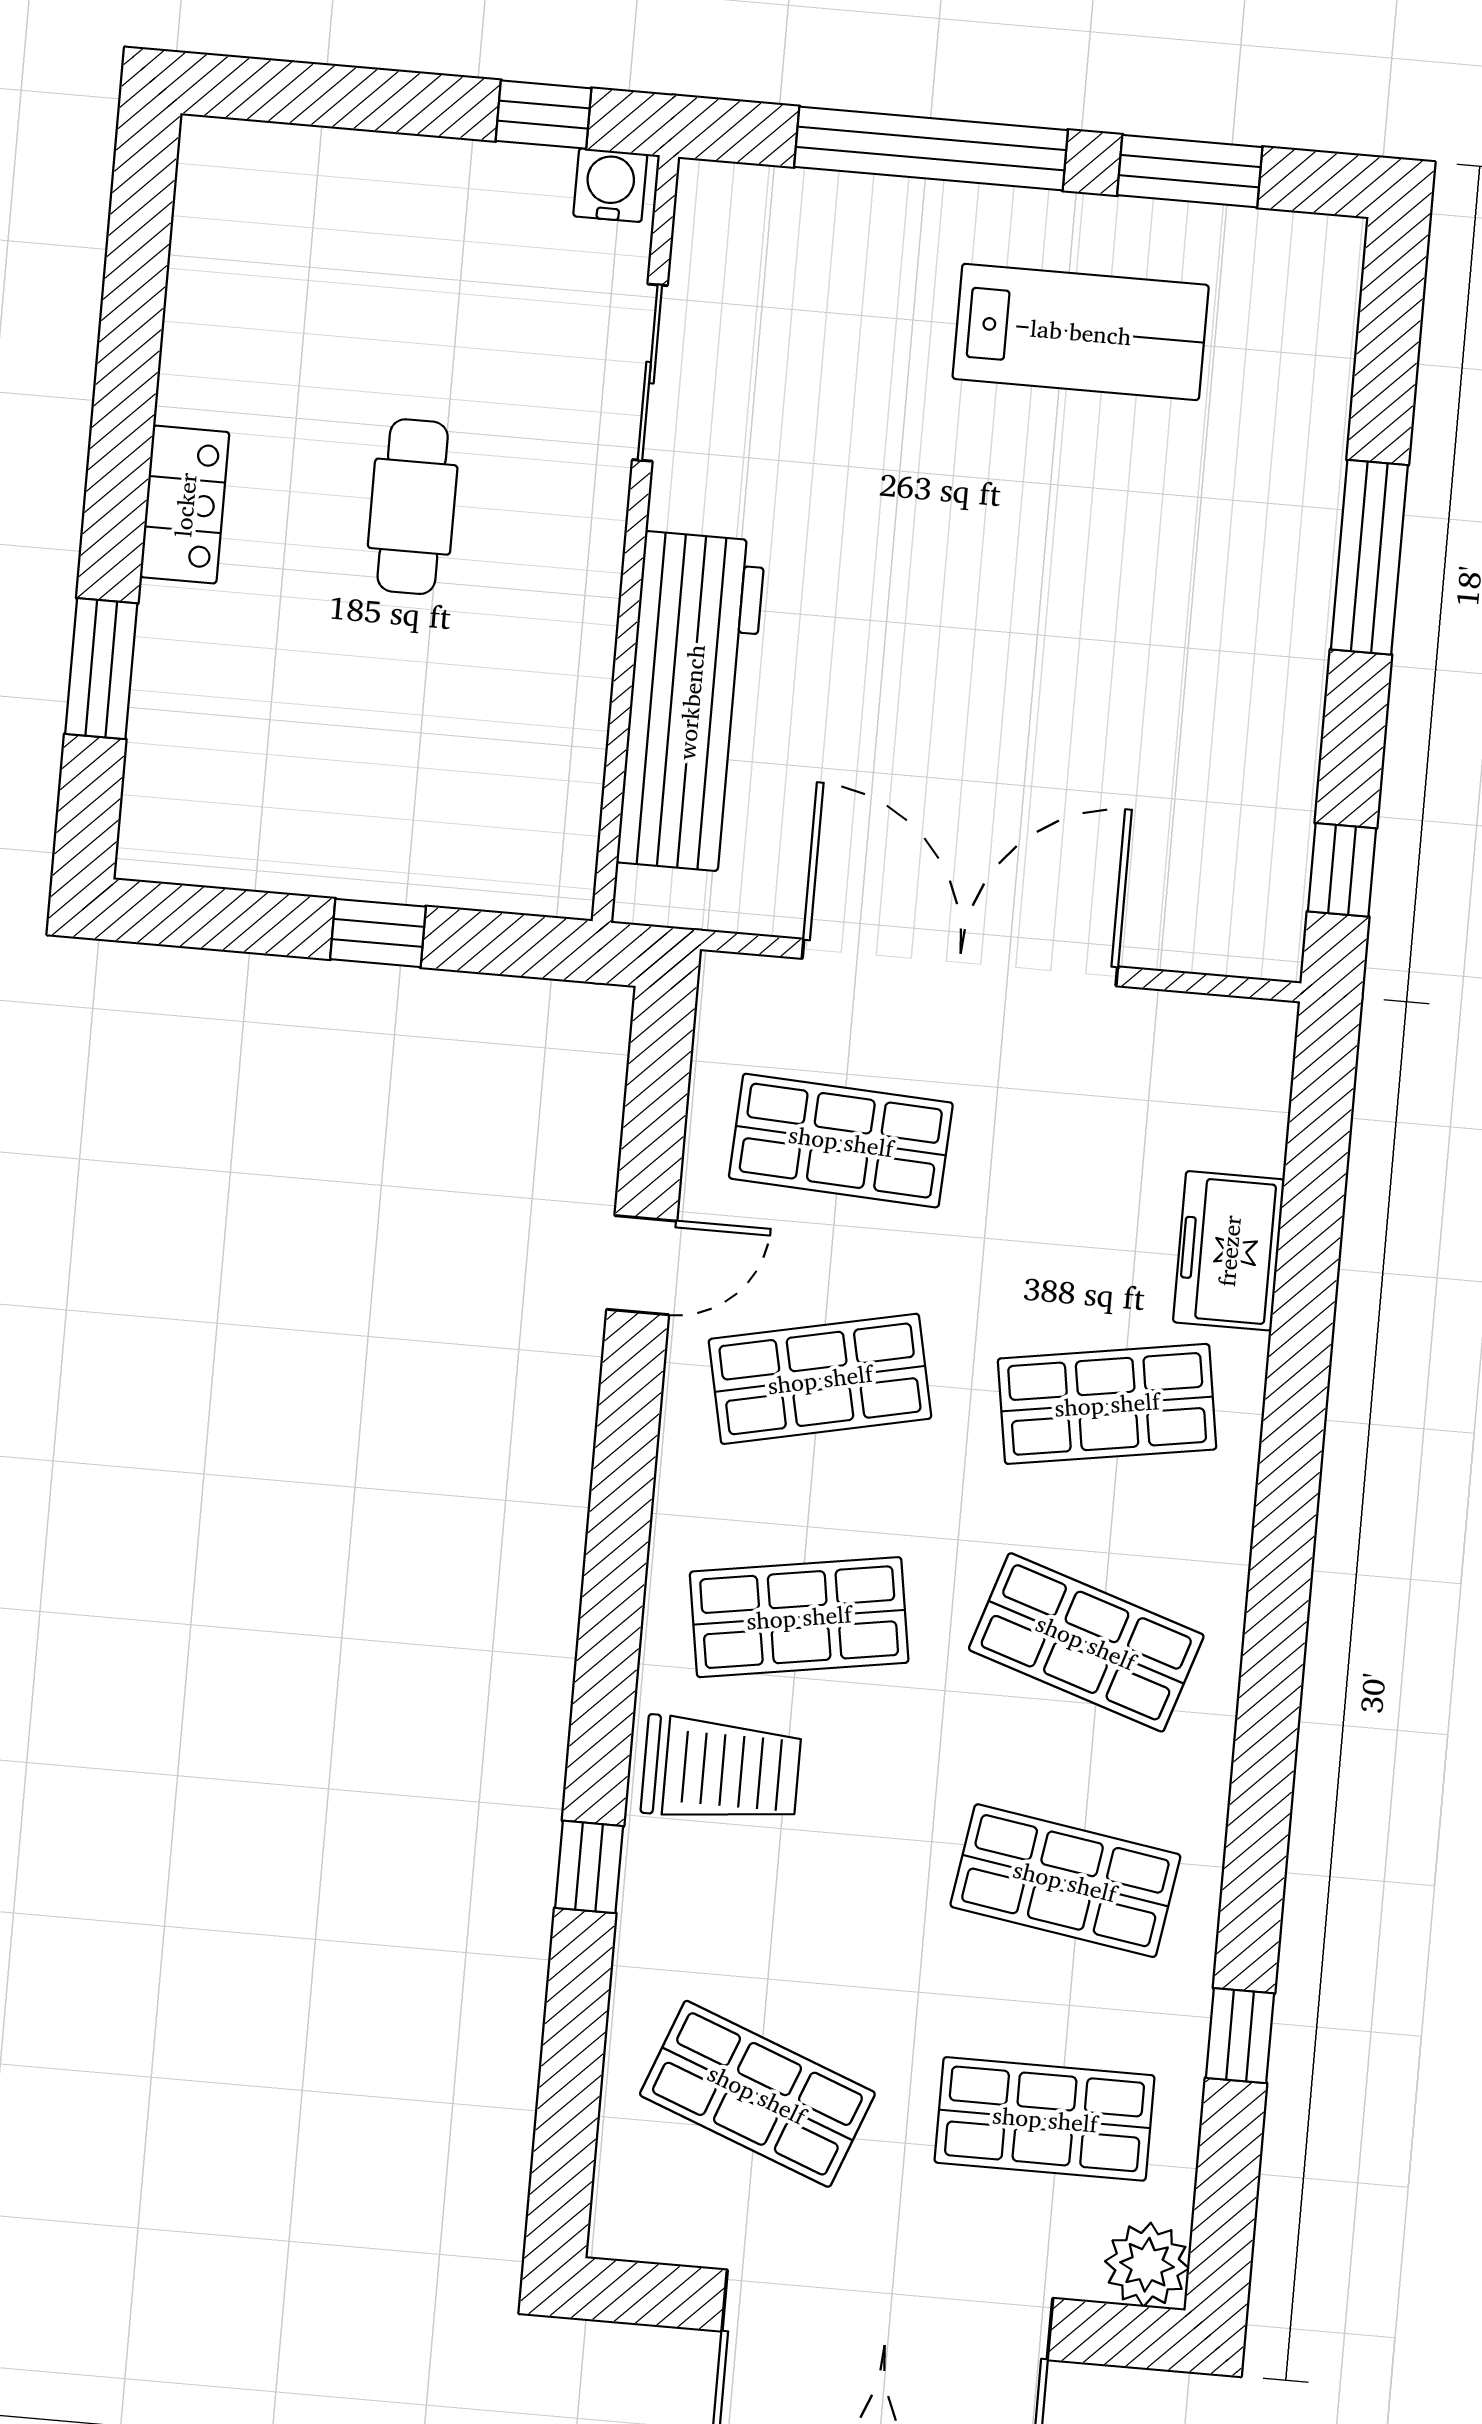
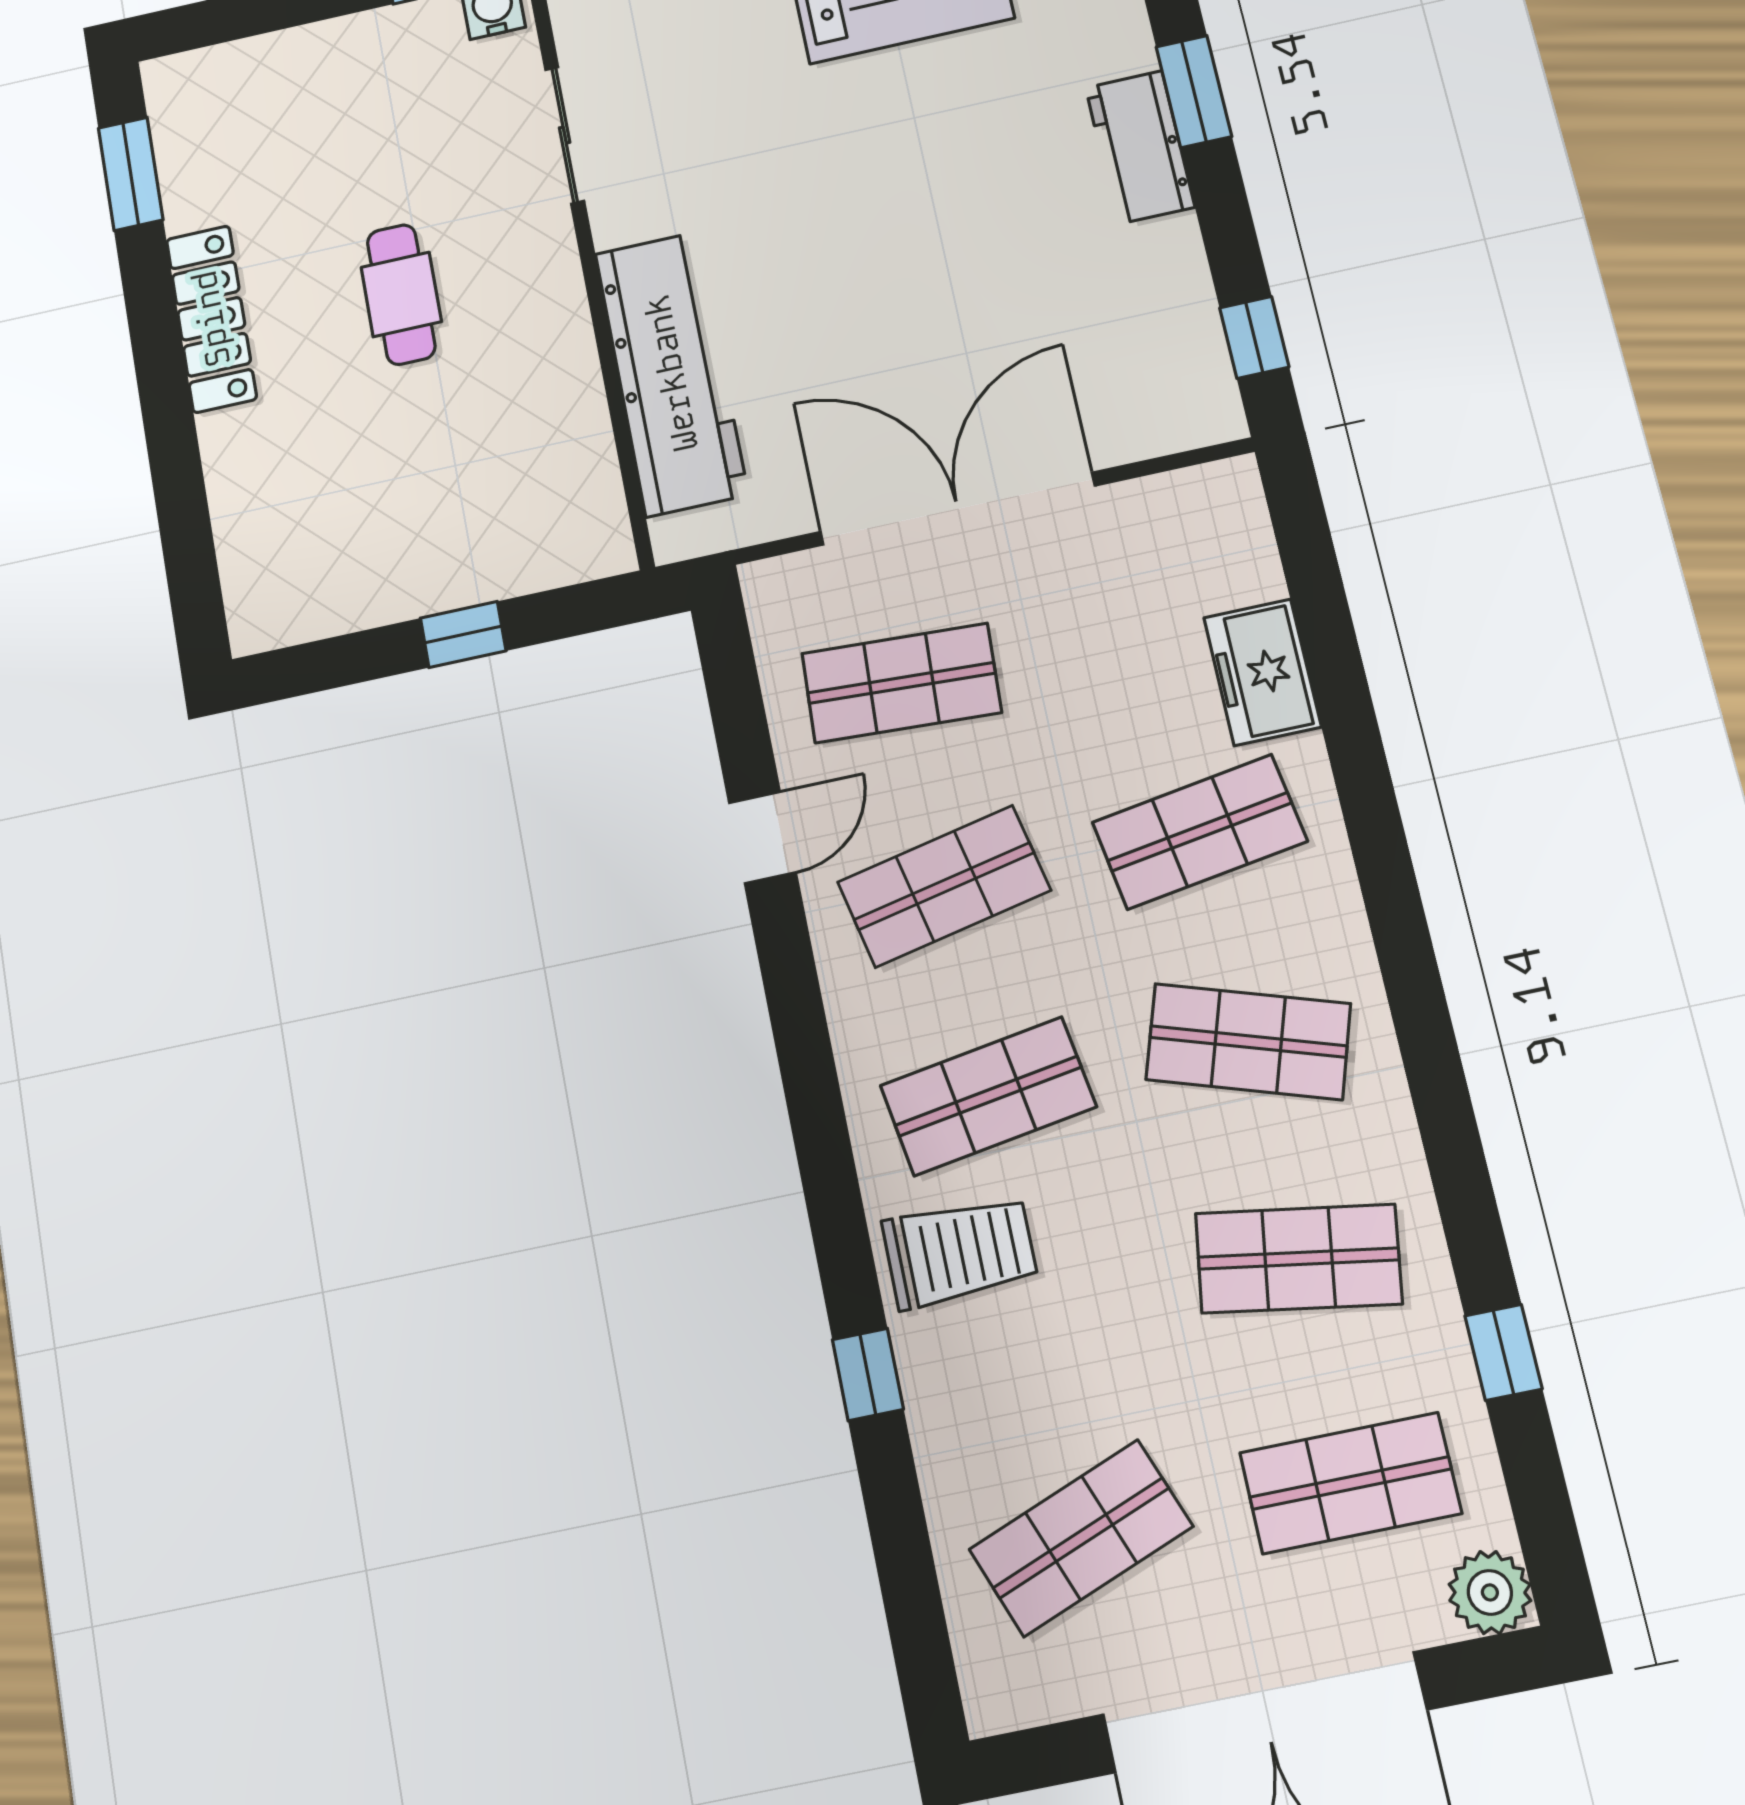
locker: (185, 505) -> (211, 319), width x1.53
window: (1369, 557) -> (1194, 92), width x0.69
workbench: (1289, 604) -> (1140, 147), added
window: (101, 669) -> (131, 174), moved
shop shelf: (757, 2094) -> (1081, 1538), turned -42

